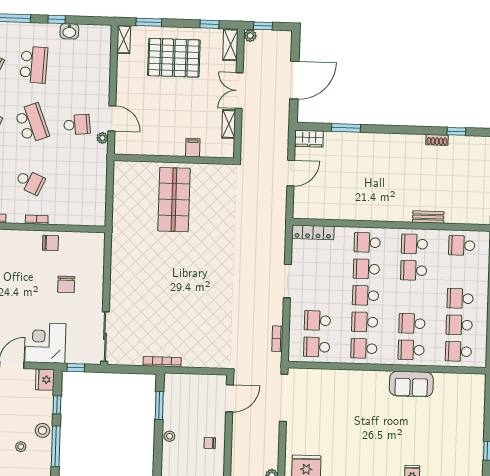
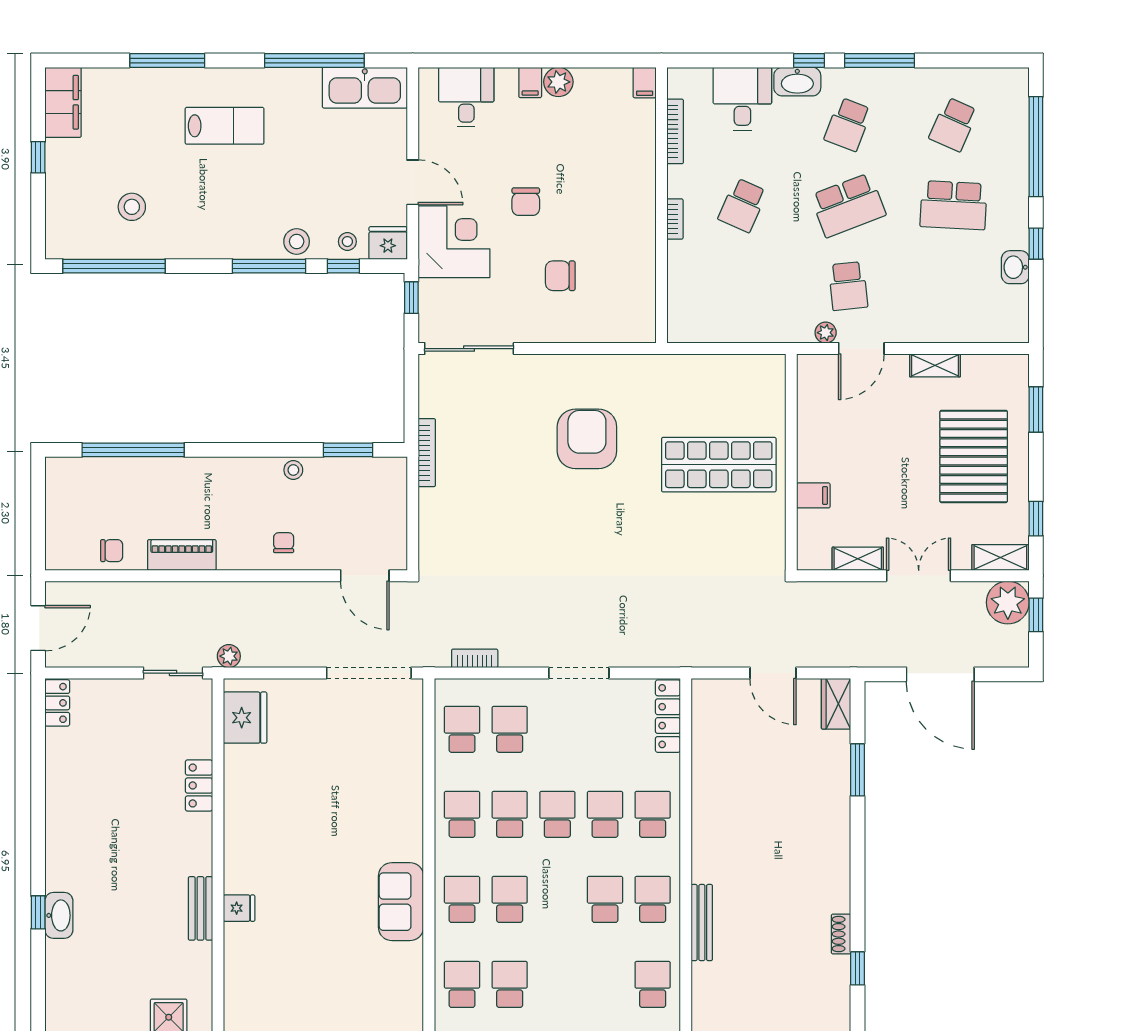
plant: (250, 36) -> (1008, 602), width x1.88, depth x1.88
shelving: (124, 39) -> (935, 365), moved
bench: (428, 217) -> (702, 923), width x1.36
chair: (50, 243) -> (526, 202), moved
armchair: (157, 272) -> (587, 439), added
school desk: (460, 298) -> (557, 984), removed
stool: (21, 447) -> (347, 242), moved

